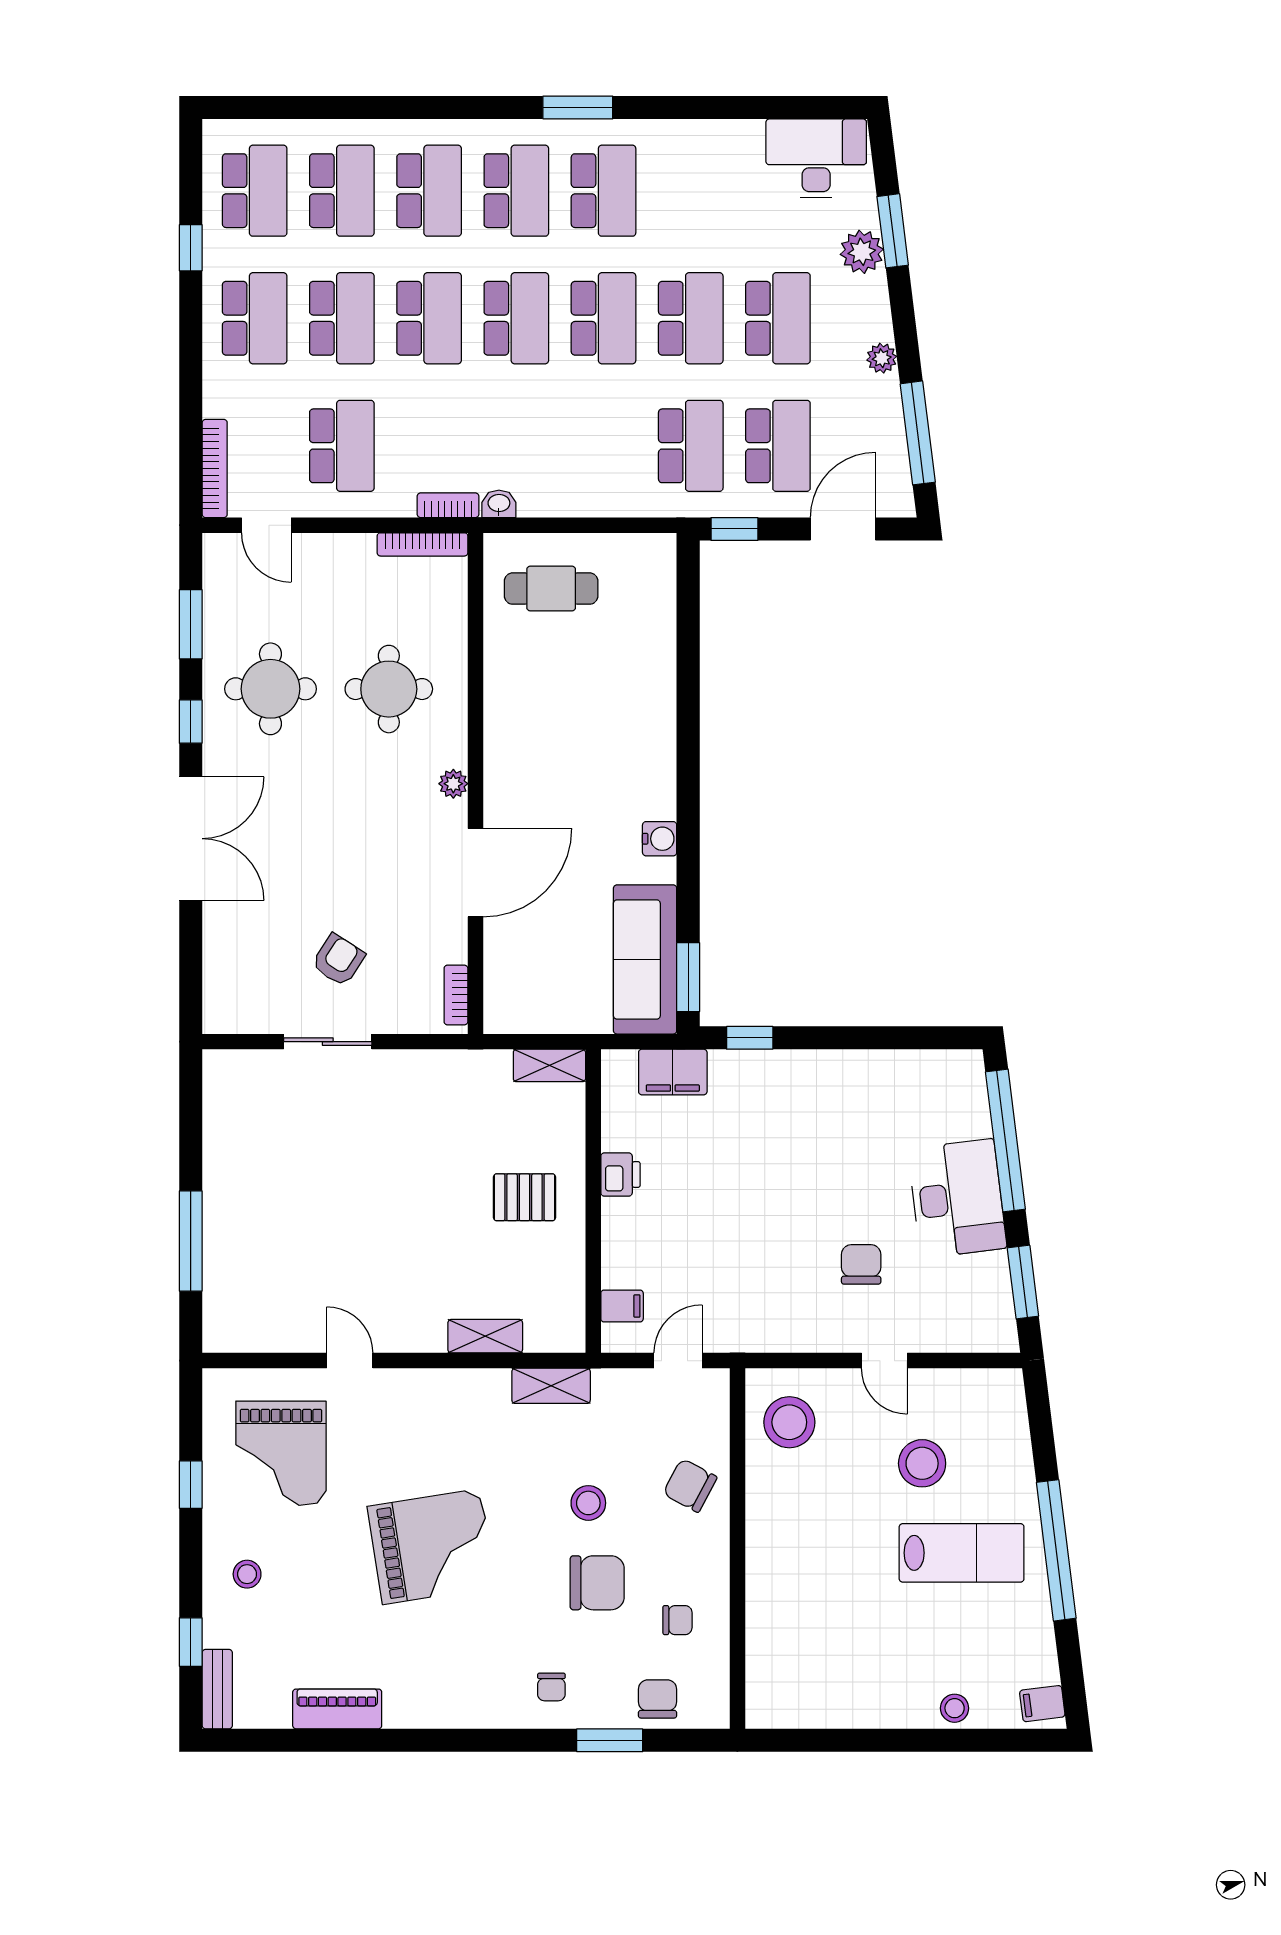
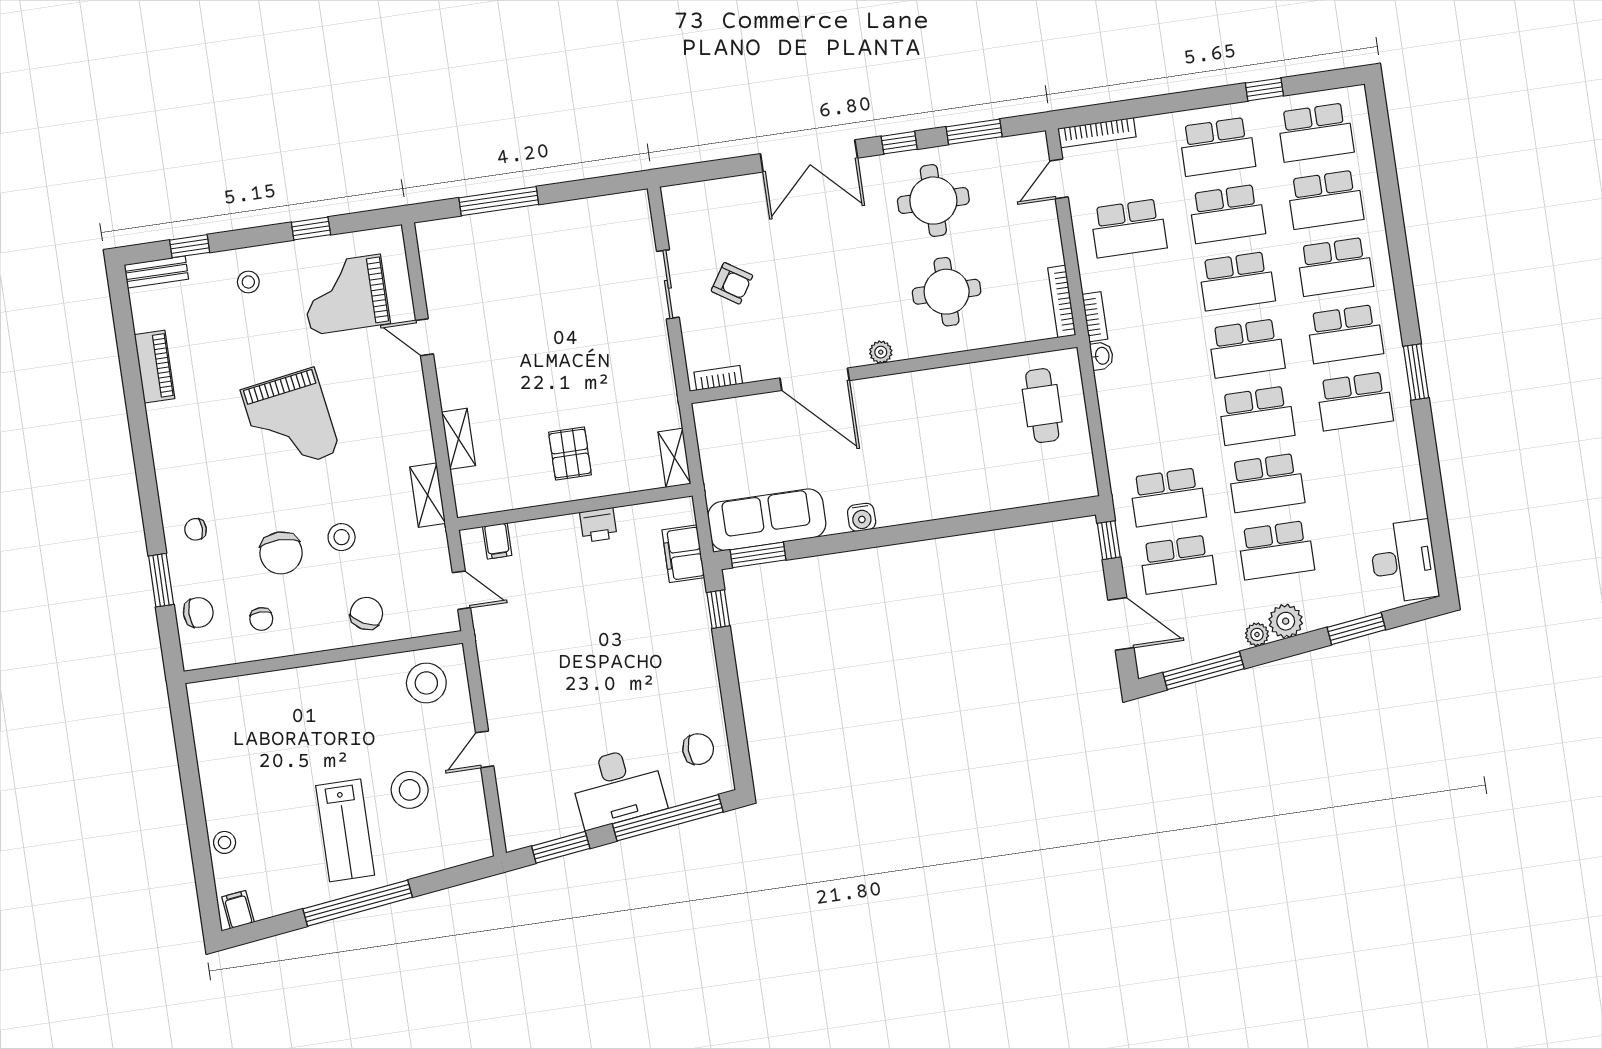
plant: (862, 252) -> (1286, 621), moved
chair: (861, 1264) -> (698, 749), moved
door: (350, 1361) -> (424, 337), swing flipped

